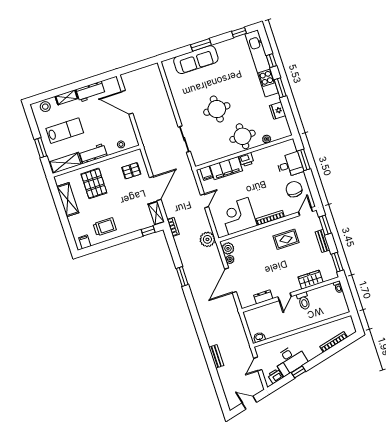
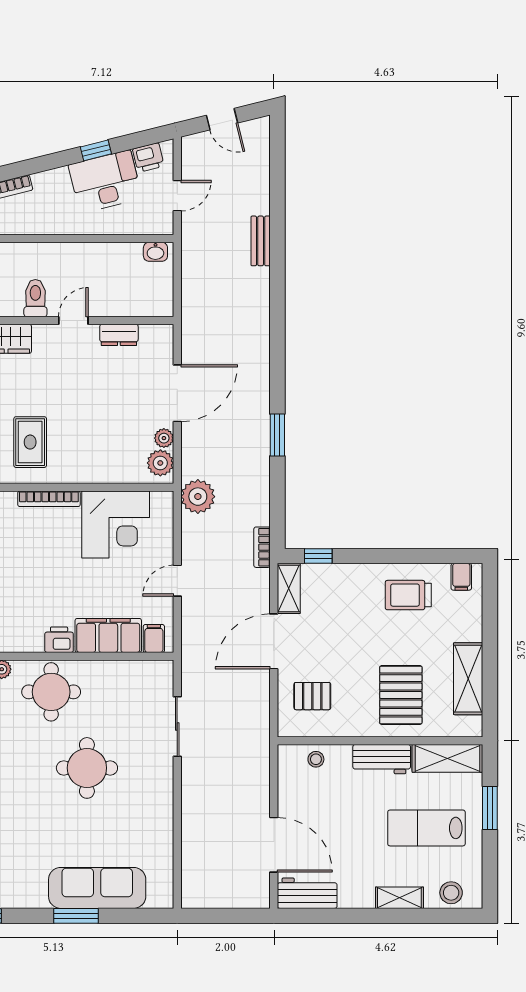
workbench: (91, 92) -> (307, 893), moved
rug: (286, 239) -> (30, 442), turned 90

